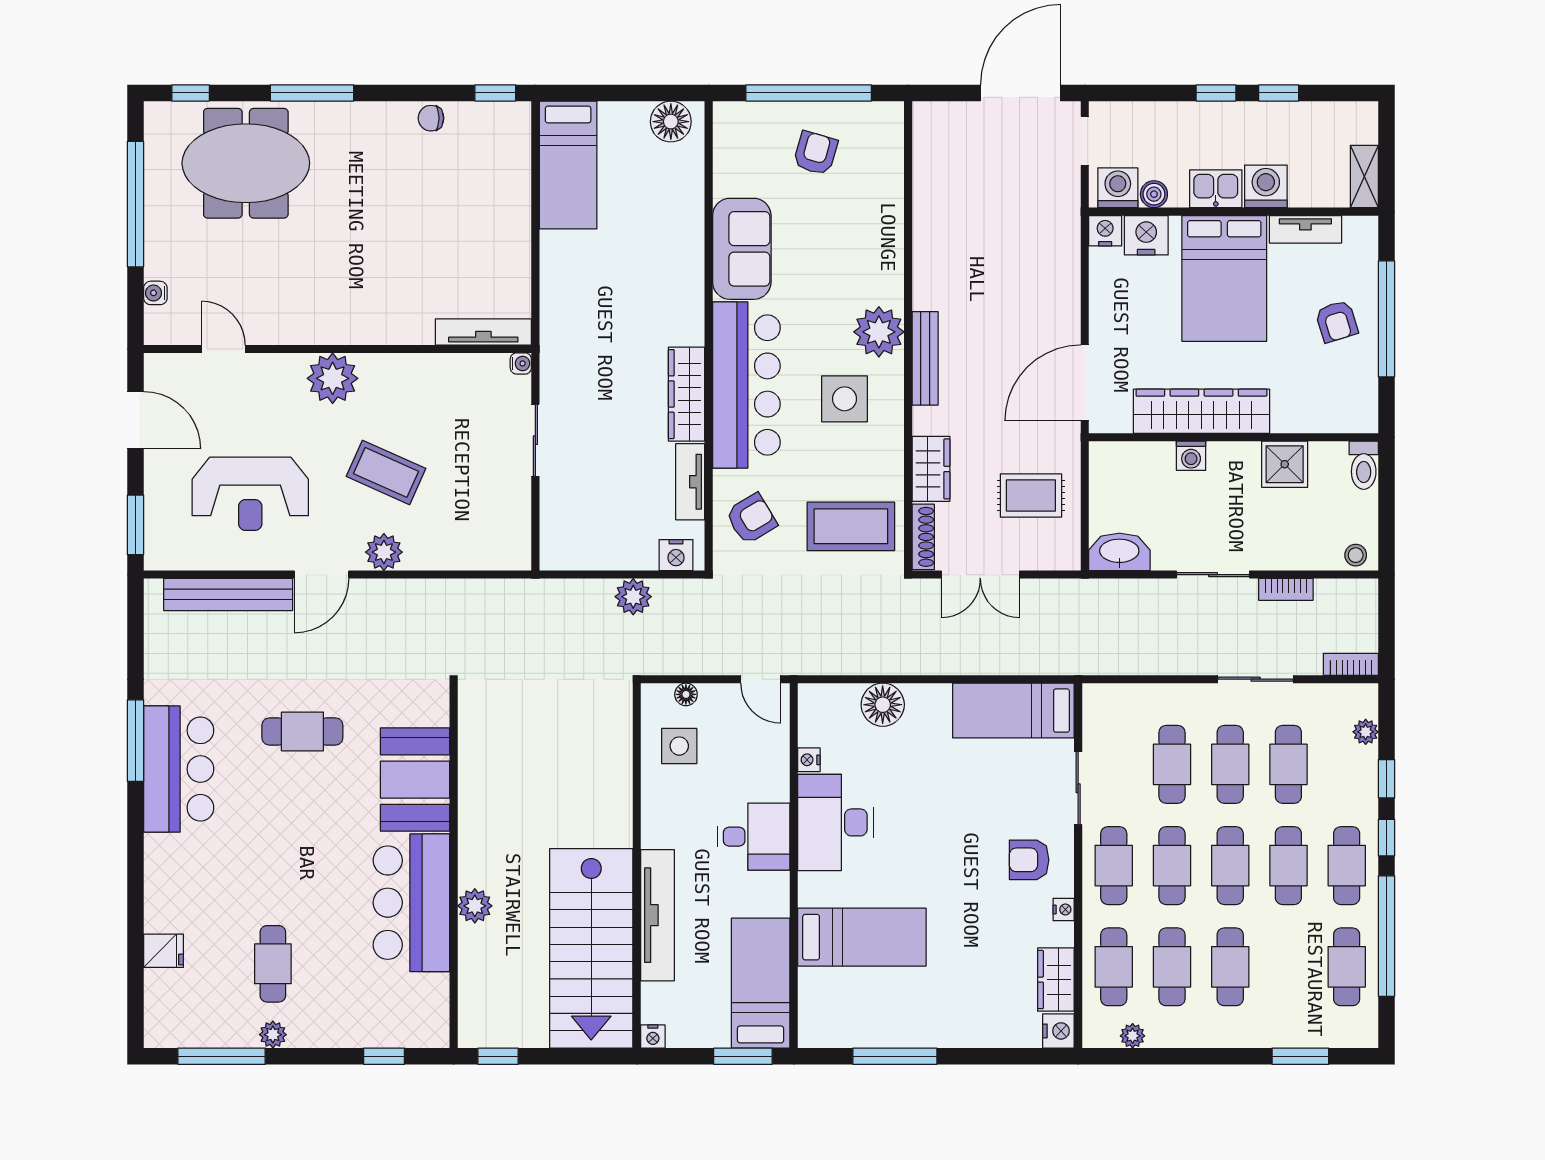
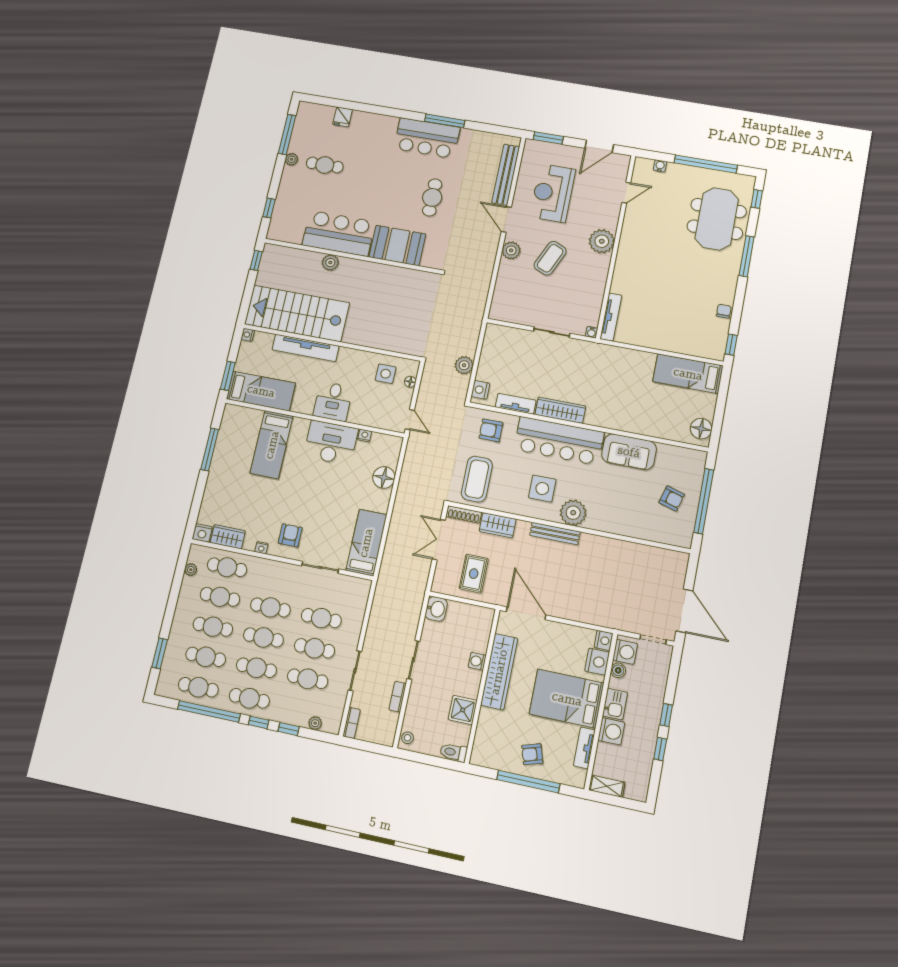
armchair: (751, 519) -> (491, 430), turned 121
washbasin: (1119, 552) -> (436, 609), width x0.72
door: (761, 679) -> (410, 420), swing flipped
cafe table: (1114, 866) -> (206, 657), moved

